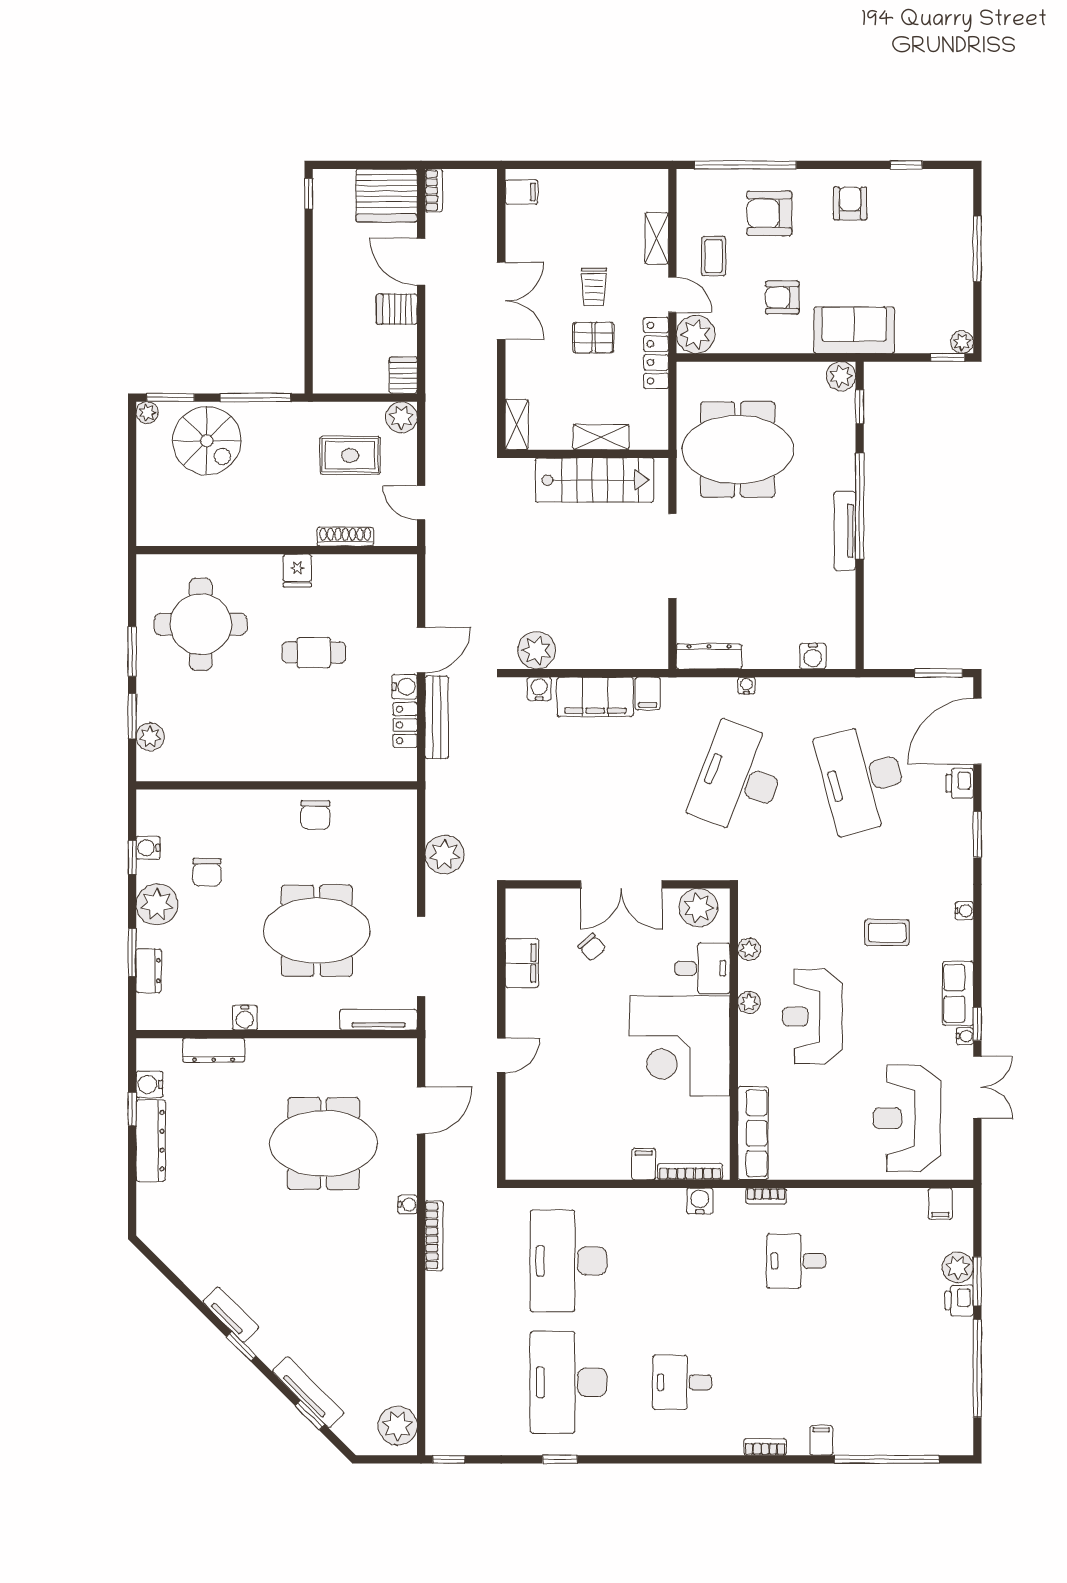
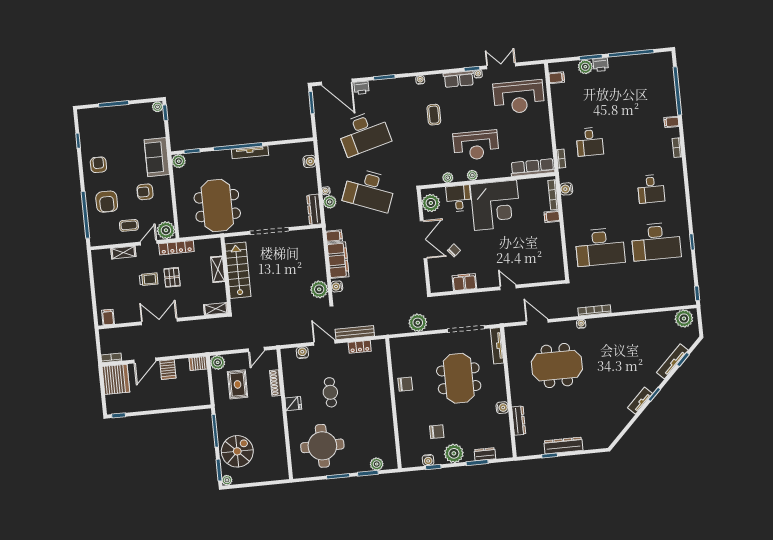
armchair: (850, 203) -> (98, 165), turned 90
armchair: (782, 298) -> (145, 192), turned 90
water cooler: (405, 687) -> (302, 353), moved
plant: (722, 691) -> (330, 202), added
water cooler: (149, 1084) -> (537, 449), removed
meeting table: (324, 1144) -> (557, 366), turned 90

